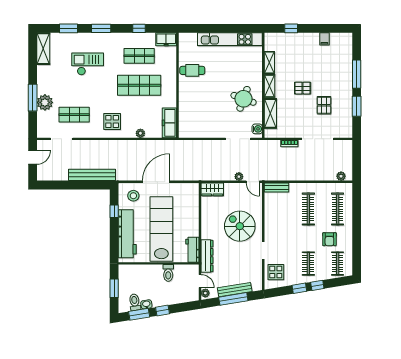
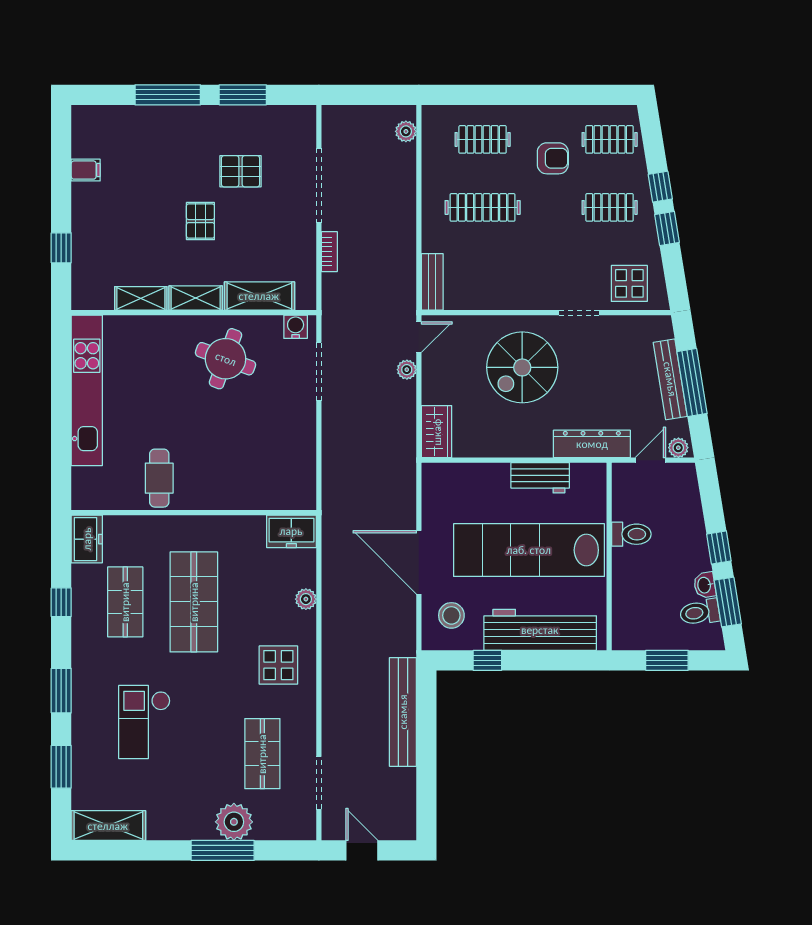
freezer: (169, 123) -> (291, 531), width x0.71
clothes rail: (338, 209) -> (483, 139), width x0.73
workbench: (192, 250) -> (540, 478), moved

